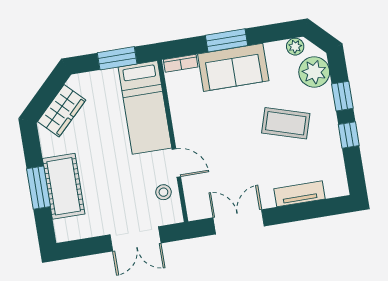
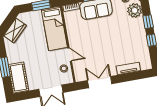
coffee table: (286, 123) -> (121, 35), removed
cot: (64, 186) -> (18, 78), moved

